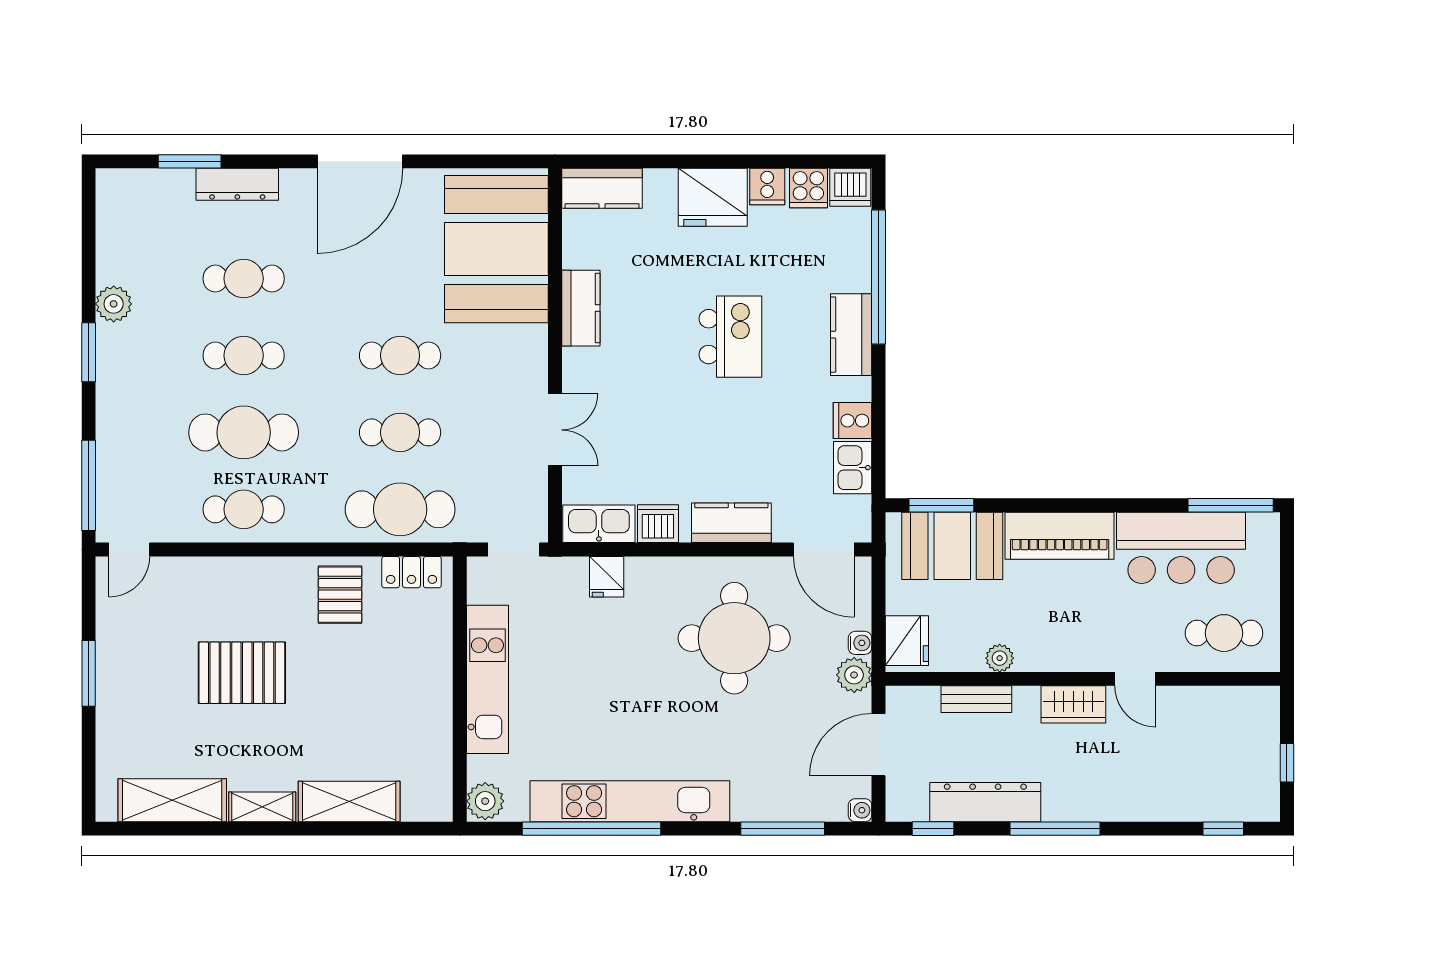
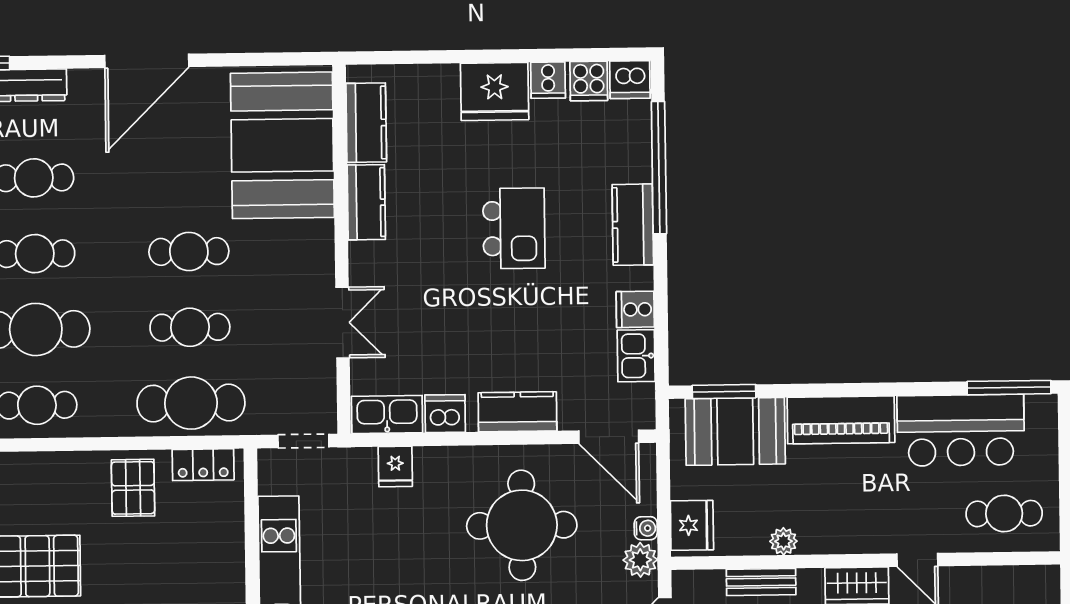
kitchen counter: (602, 188) -> (366, 123), moved, turned -90

